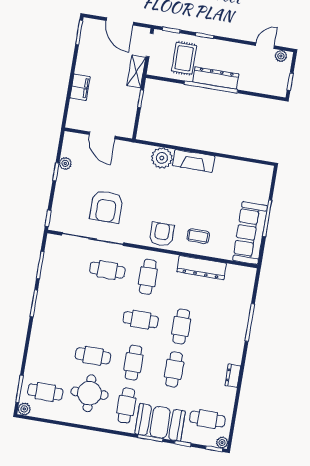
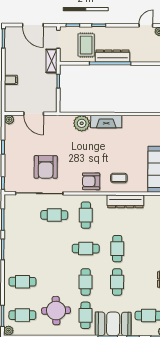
filing cabinet: (80, 87) -> (11, 80), width x0.50
plant: (65, 163) -> (9, 120), moved
armchair: (162, 234) -> (91, 181), turned -90
cafe table: (93, 356) -> (22, 282), moved

